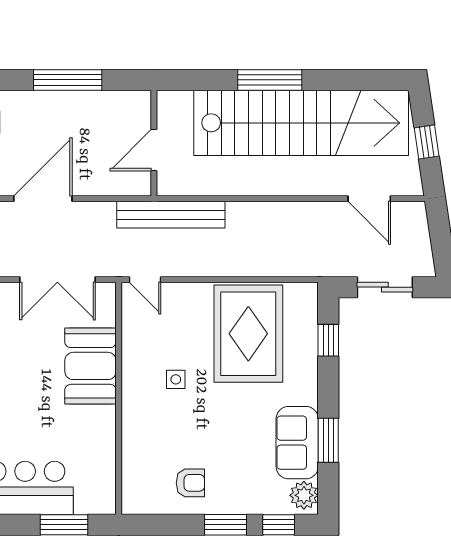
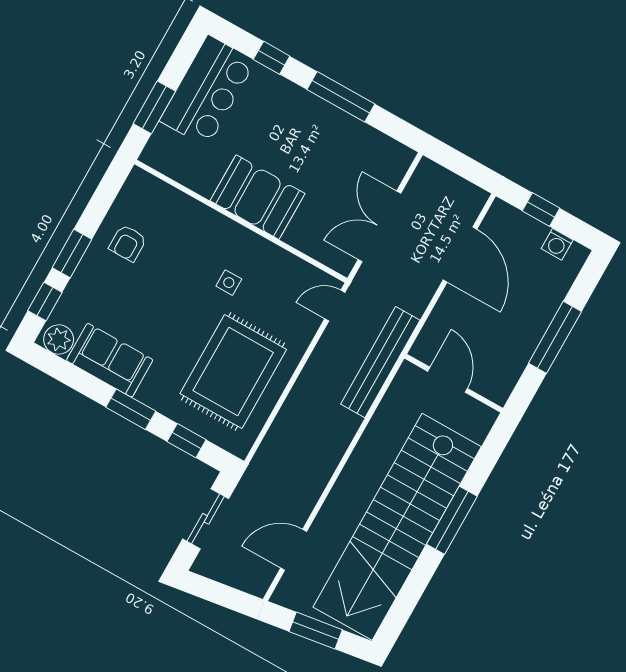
window: (427, 142) -> (316, 631), width x1.50
rug: (248, 334) -> (233, 371), turned 90
booth: (90, 366) -> (258, 197), moved
window: (328, 440) -> (131, 409), moved

